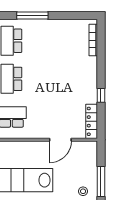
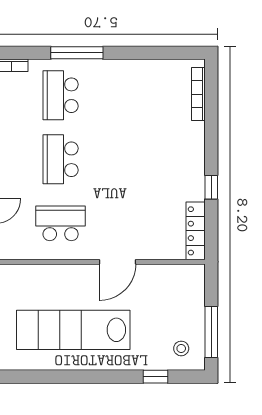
window: (32, 15) -> (77, 53), moved
door: (60, 140) -> (117, 262), moved

